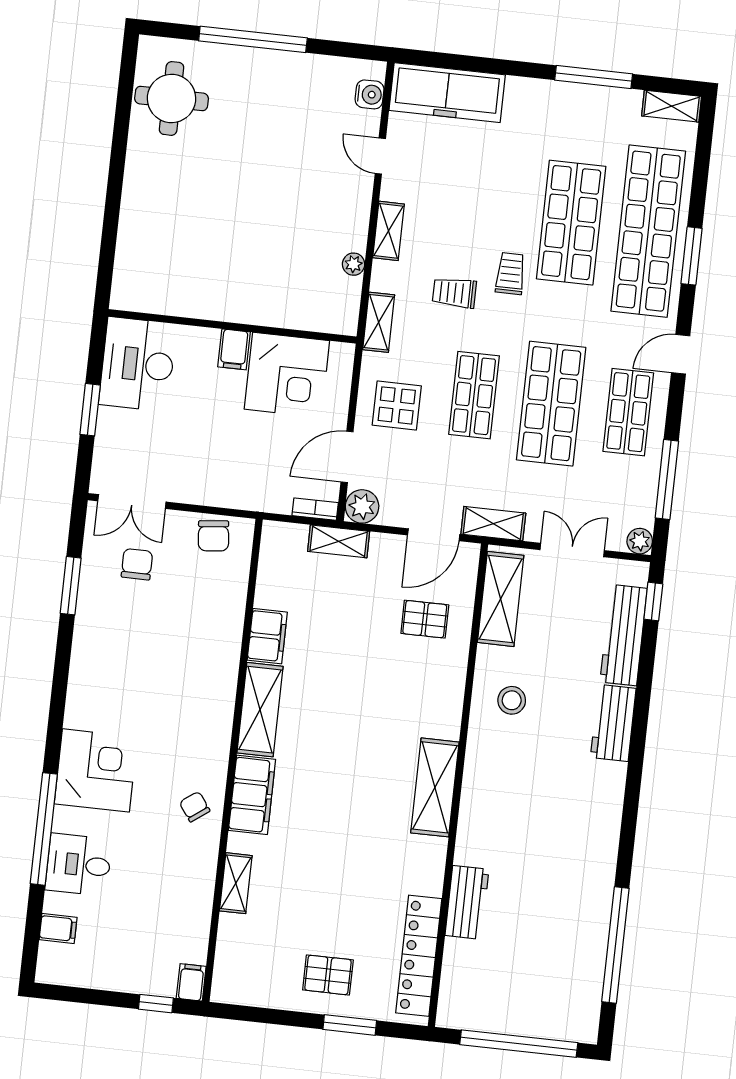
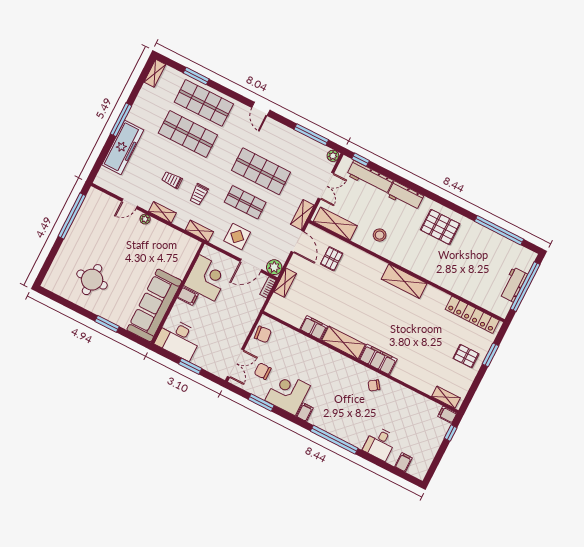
window: (253, 39) -> (72, 216), moved
window: (594, 77) -> (121, 120), moved
freezer: (447, 93) -> (123, 147), moved
water cooler: (370, 94) -> (102, 198), removed
round table: (172, 98) -> (92, 280), moved
window: (113, 204) -> (107, 324), added
shop shelf: (648, 231) -> (204, 103), width x0.71
window: (691, 256) -> (196, 76), moved
plant: (354, 264) -> (145, 219), moved
trolley: (510, 274) -> (172, 180), moved
sofa: (188, 287) -> (154, 305), added
shop shelf: (628, 412) -> (277, 140), removed
door: (347, 457) -> (251, 266), hinge flipped
double door: (572, 550) -> (326, 186), swing flipped
filing cabinet: (85, 684) -> (305, 412), added
corner desk: (96, 770) -> (288, 393), moved
pallet: (576, 820) -> (440, 227), added
window: (44, 829) -> (334, 440), moved
shelving: (236, 883) -> (446, 397), moved
workbench: (467, 902) -> (513, 285), moved, turned -90
pallet: (328, 975) -> (466, 356), turned 90

